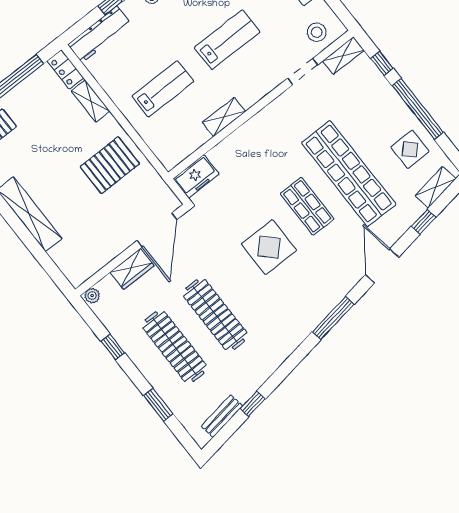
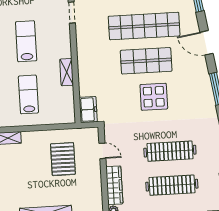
pallet: (110, 165) -> (63, 159), moved
shop shelf: (307, 206) -> (146, 61), width x1.43, depth x1.36
door: (157, 230) -> (102, 151), width x0.53
wardrobe: (132, 269) -> (114, 185), width x1.50

